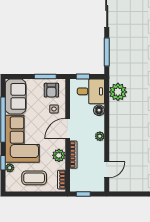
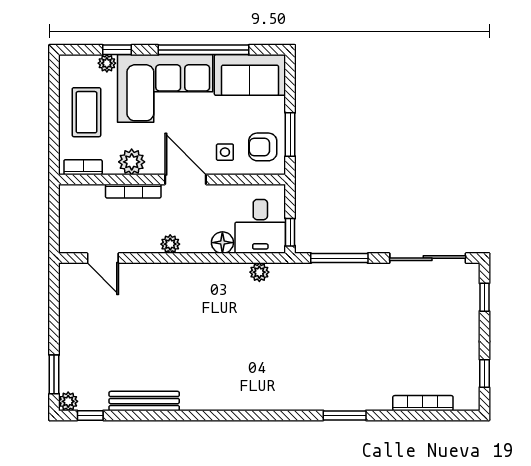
window: (83, 77) -> (290, 232), moved
plant: (118, 92) -> (259, 272), width x0.53, depth x0.53
window: (83, 194) -> (54, 211), removed

